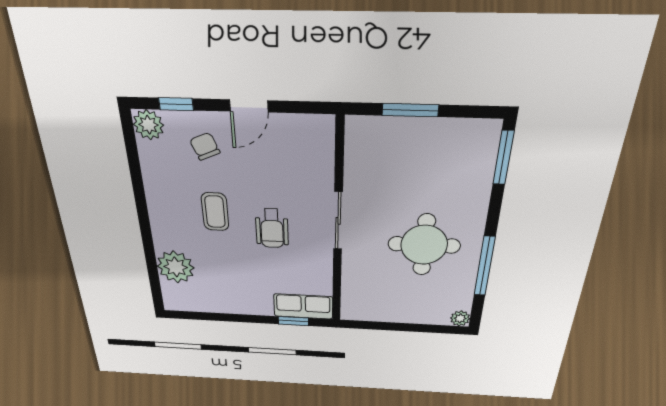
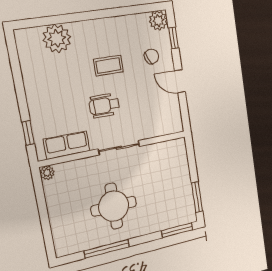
window: (410, 110) -> (197, 197), moved
row of seats: (303, 306) -> (67, 145), moved, turned -90
plant: (460, 318) -> (47, 173), moved

